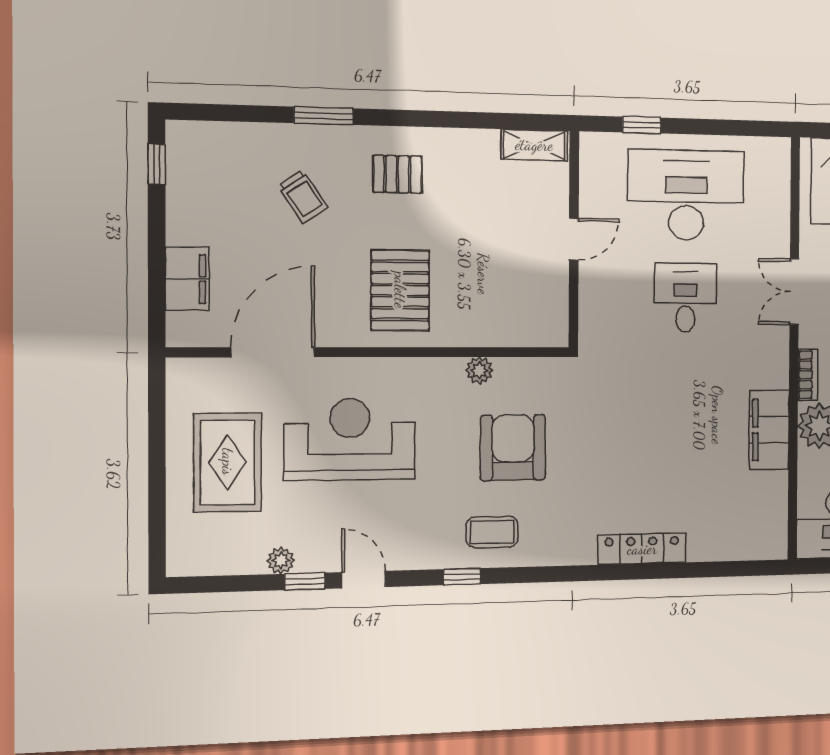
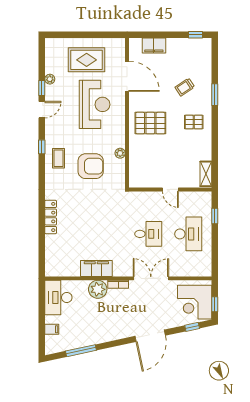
pallet: (397, 174) -> (194, 122), turned 90
desk: (686, 195) -> (188, 234), width x0.73, depth x0.77
double door: (794, 292) -> (151, 278), width x1.37

